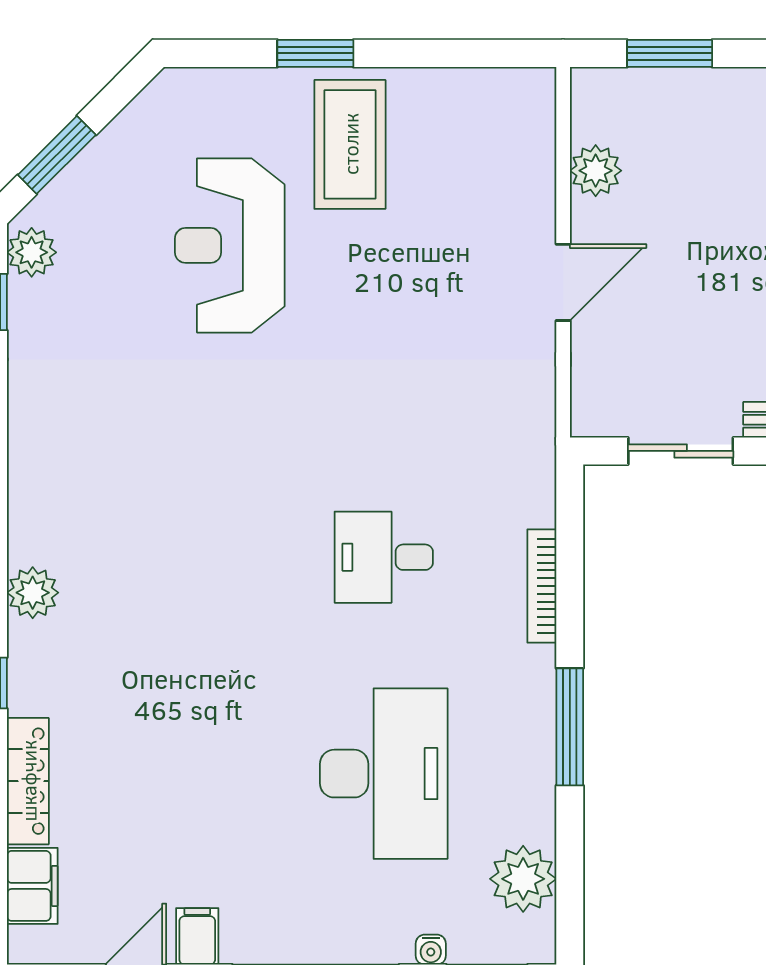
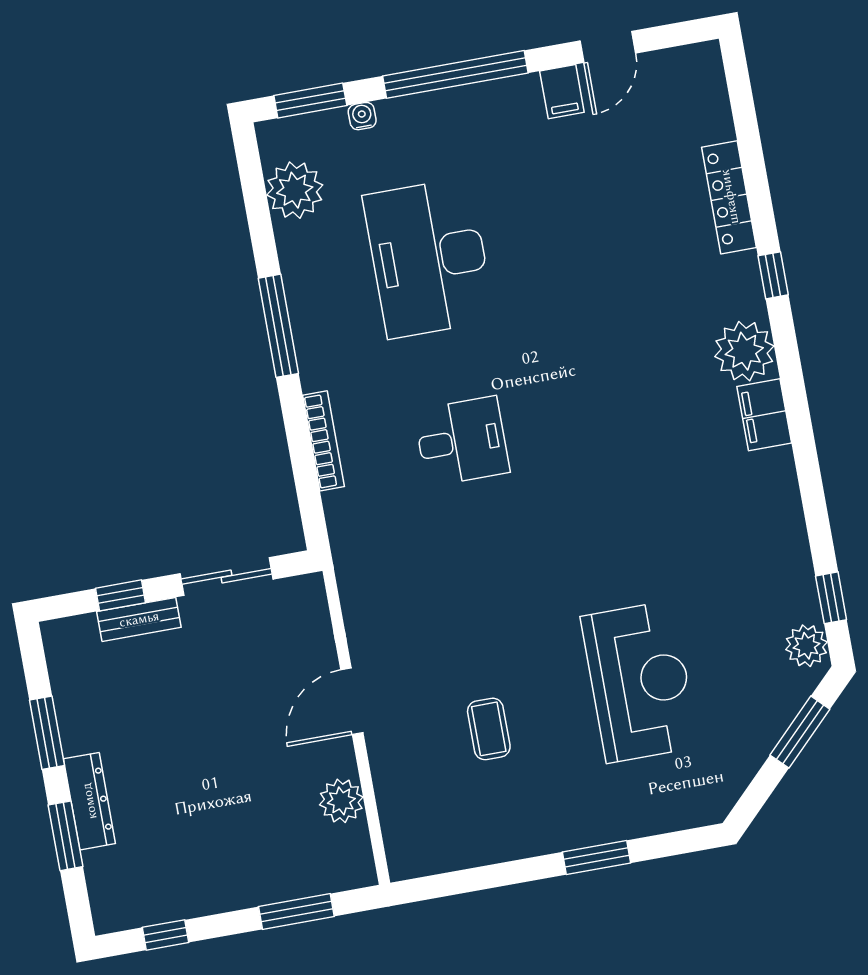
coffee table: (350, 144) -> (489, 729), moved, width x0.54, depth x0.58
plant: (33, 593) -> (744, 351), width x1.36, depth x1.36
filing cabinet: (32, 886) -> (764, 415), moved

